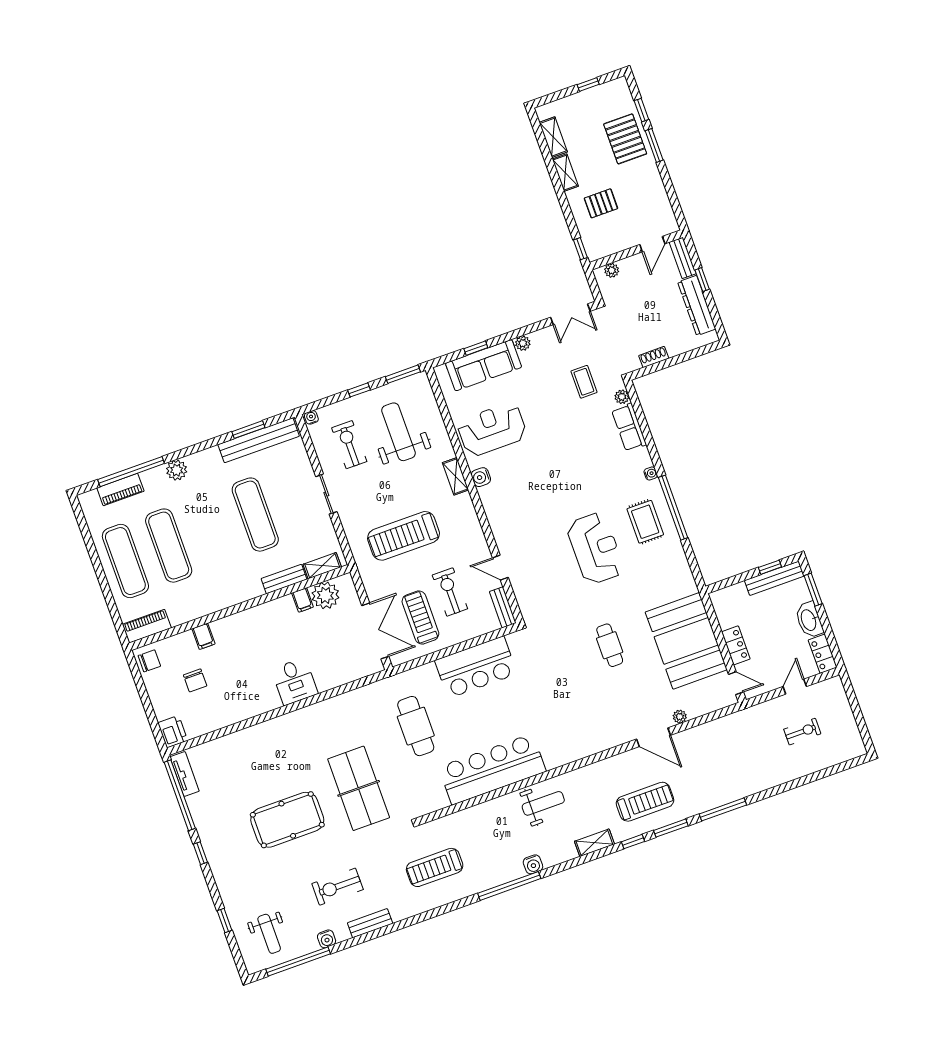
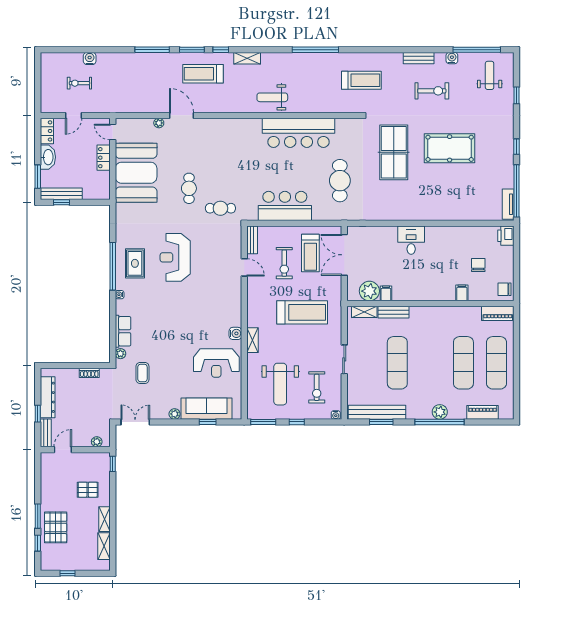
window: (131, 472) -> (439, 422), moved
cafe table: (559, 634) -> (220, 208), added
water cooler: (533, 864) -> (90, 58), moved

